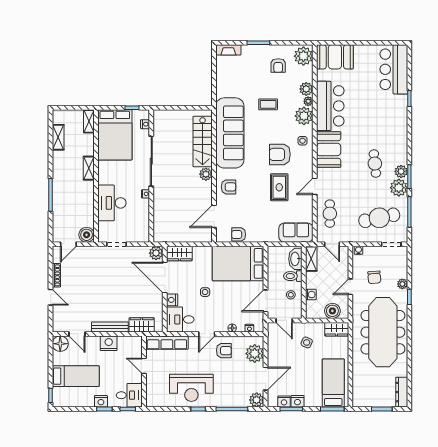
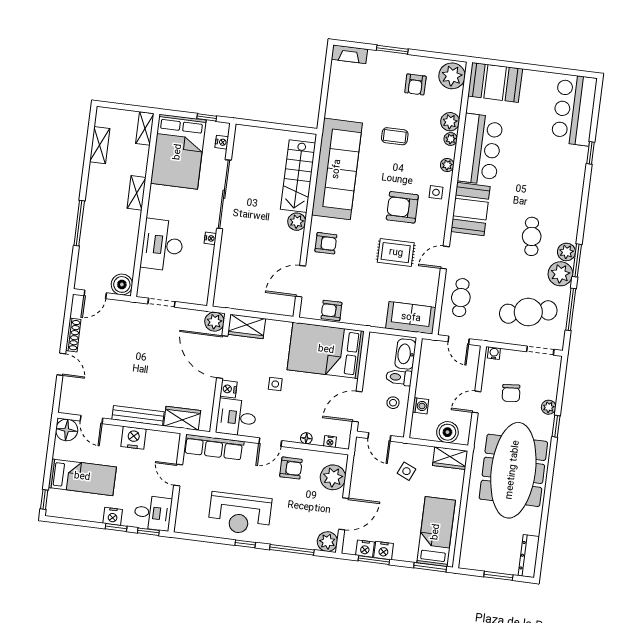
plant: (304, 116) -> (447, 165), width x0.53, depth x0.53
rug: (279, 187) -> (396, 253), turned 90
shelving: (311, 259) -> (427, 357), removed

